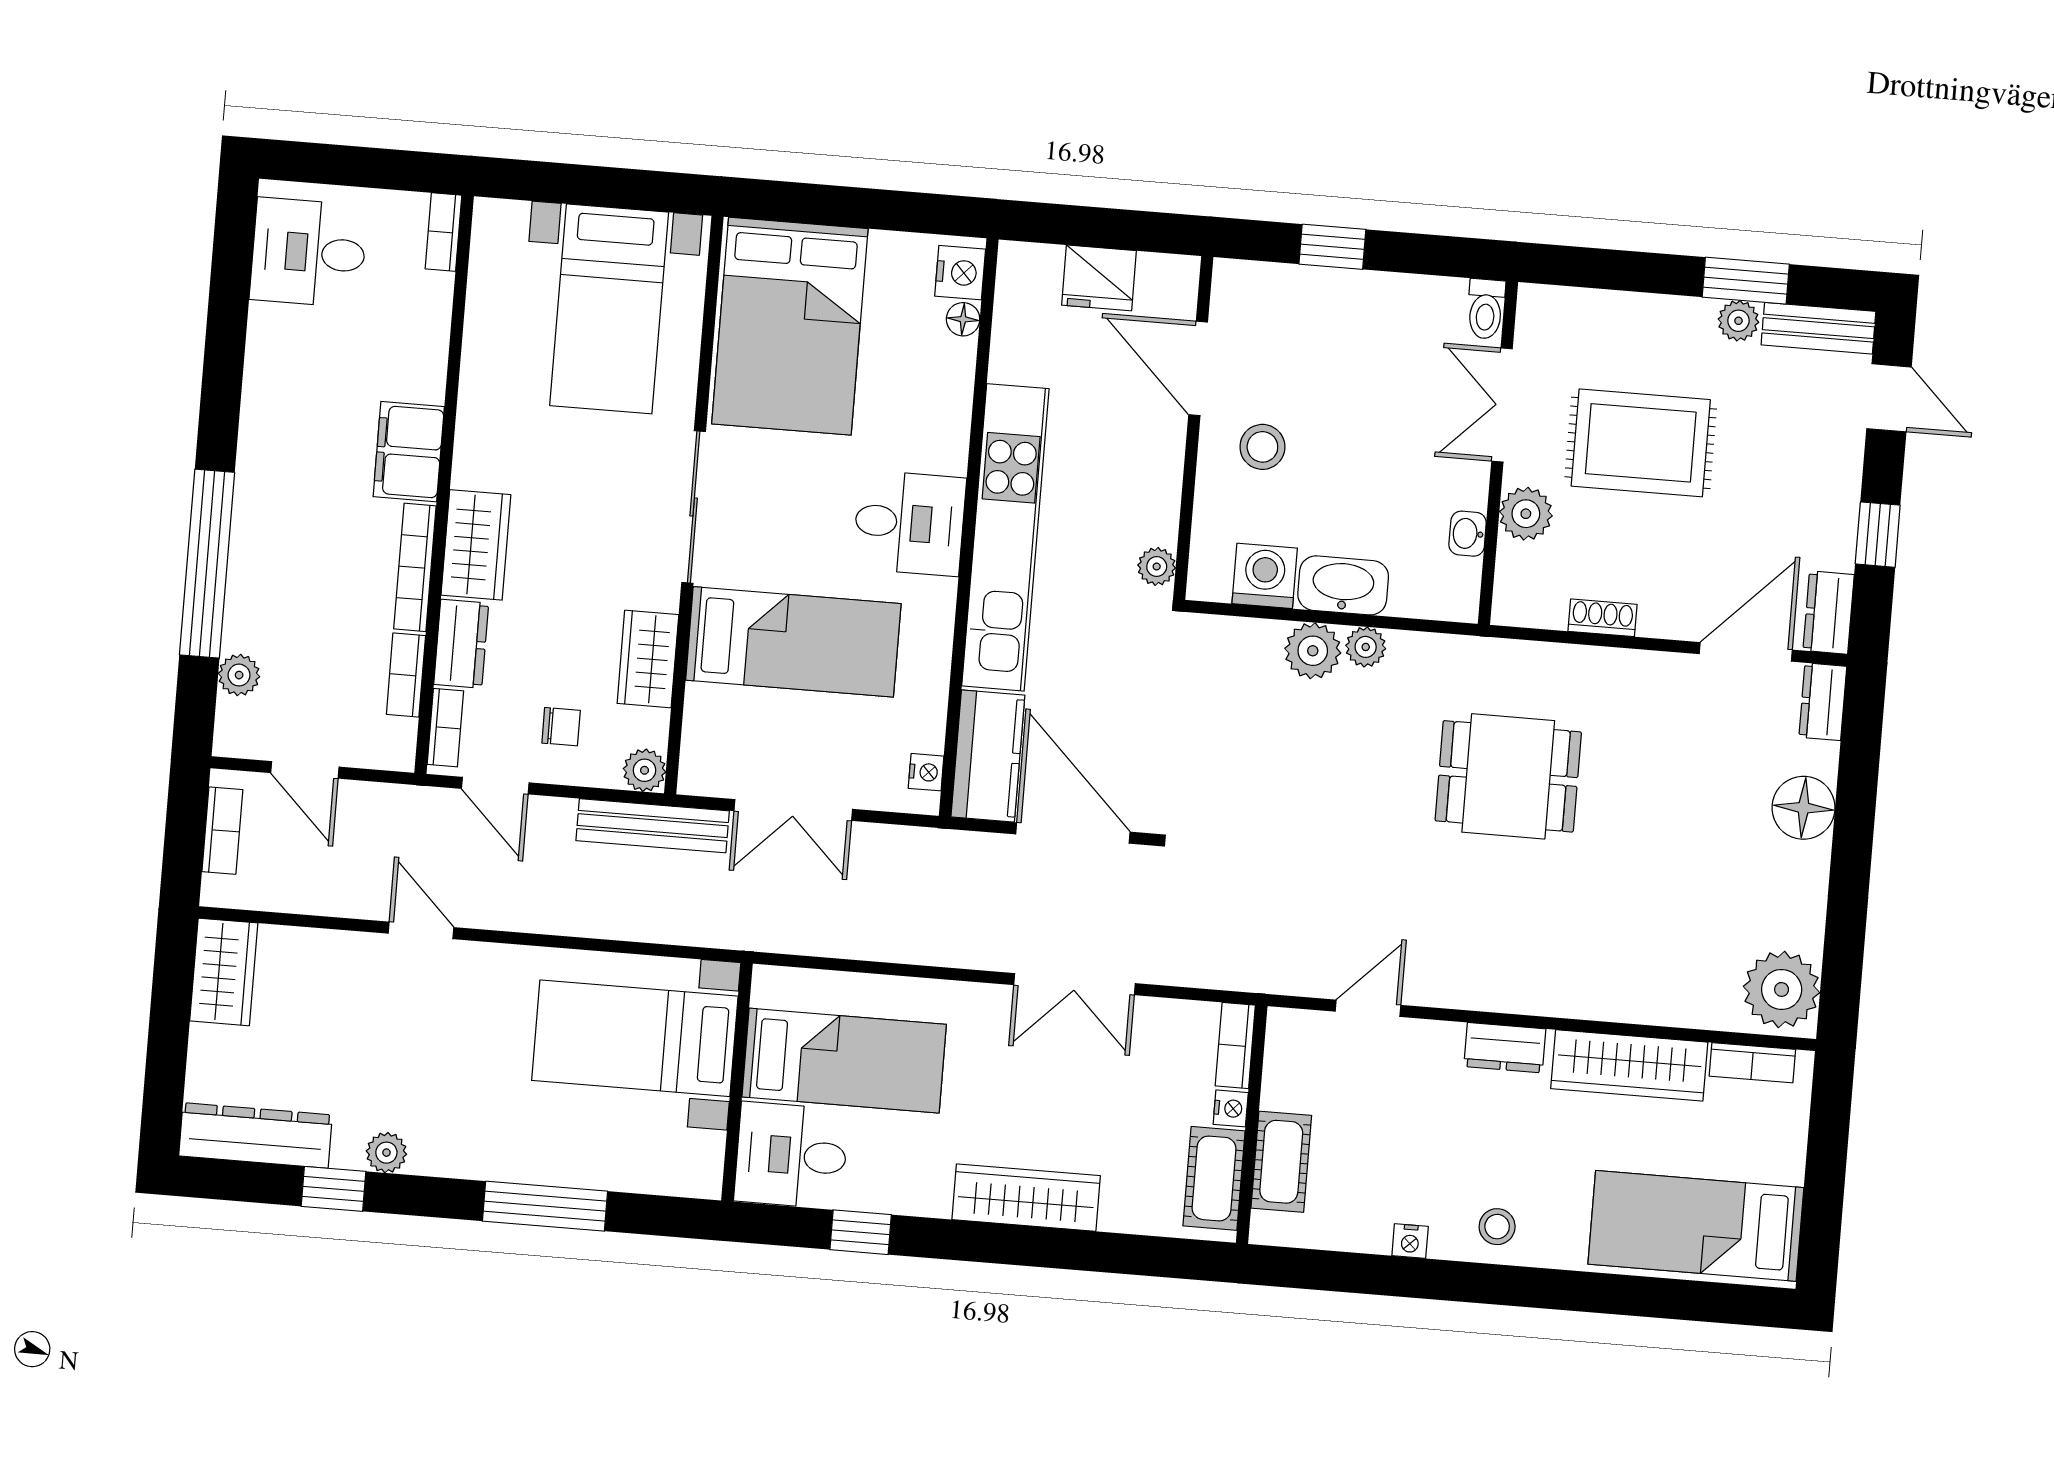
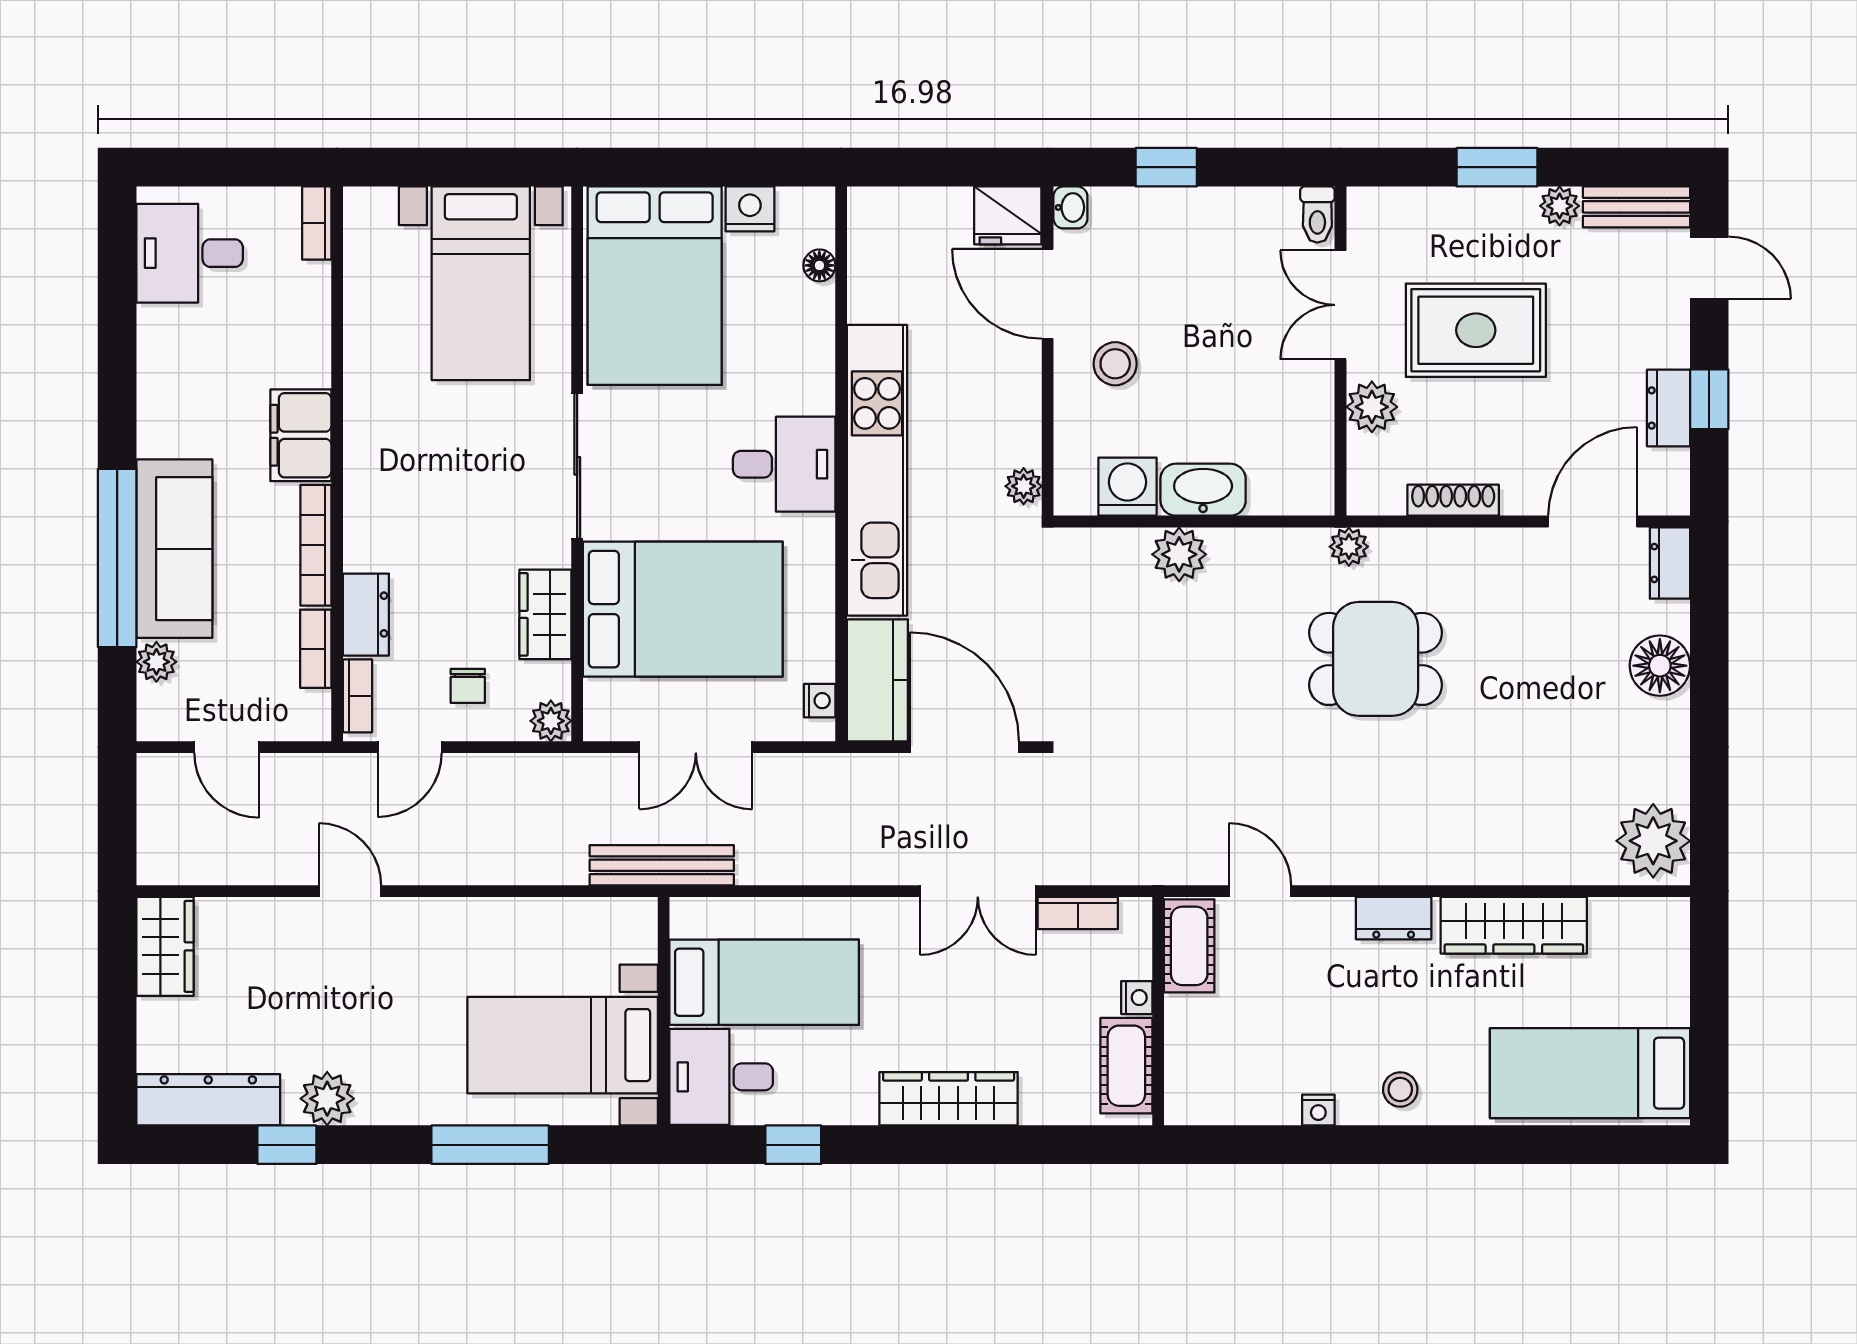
nightstand: (960, 273) -> (750, 209), moved, turned -90
fridge: (1099, 278) -> (1008, 215), moved
window: (1746, 281) -> (1497, 167), moved
washbasin: (1468, 534) -> (1070, 207), moved, turned 180
wardrobe: (476, 545) -> (372, 519), removed
sofa: (267, 559) -> (174, 549), added
dresser: (1829, 613) -> (1668, 408), moved
shoe rack: (1603, 618) -> (1453, 500), width x1.43
bed: (793, 642) -> (683, 609), width x1.50
plant: (1366, 647) -> (1349, 547), moved
chair: (561, 727) -> (468, 686), turned 90
door: (495, 786) -> (410, 747), hinge flipped
bench: (653, 826) -> (662, 865), moved
bookcase: (222, 831) -> (153, 812), removed
door: (1368, 1008) -> (1260, 891), hinge flipped
bed with nightstands: (635, 1038) -> (563, 1045), moved
bookcase: (1235, 1045) -> (1078, 913), moved, turned -90
bookcase: (1752, 1063) -> (1631, 913), removed
plant: (386, 1153) -> (327, 1099), width x1.38, depth x1.38
cot: (1281, 1162) -> (1189, 946), moved

